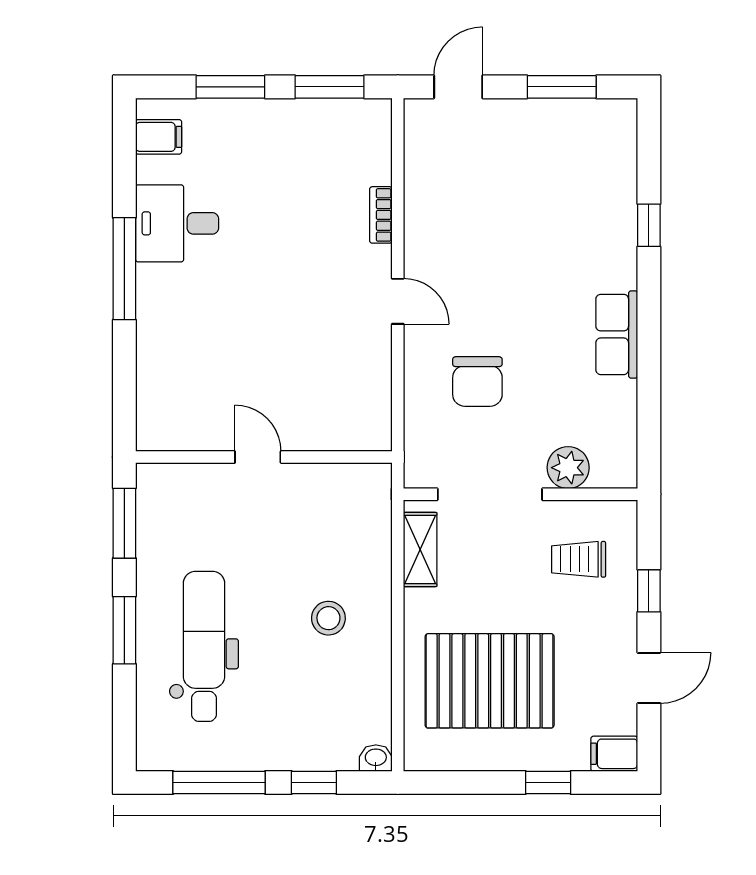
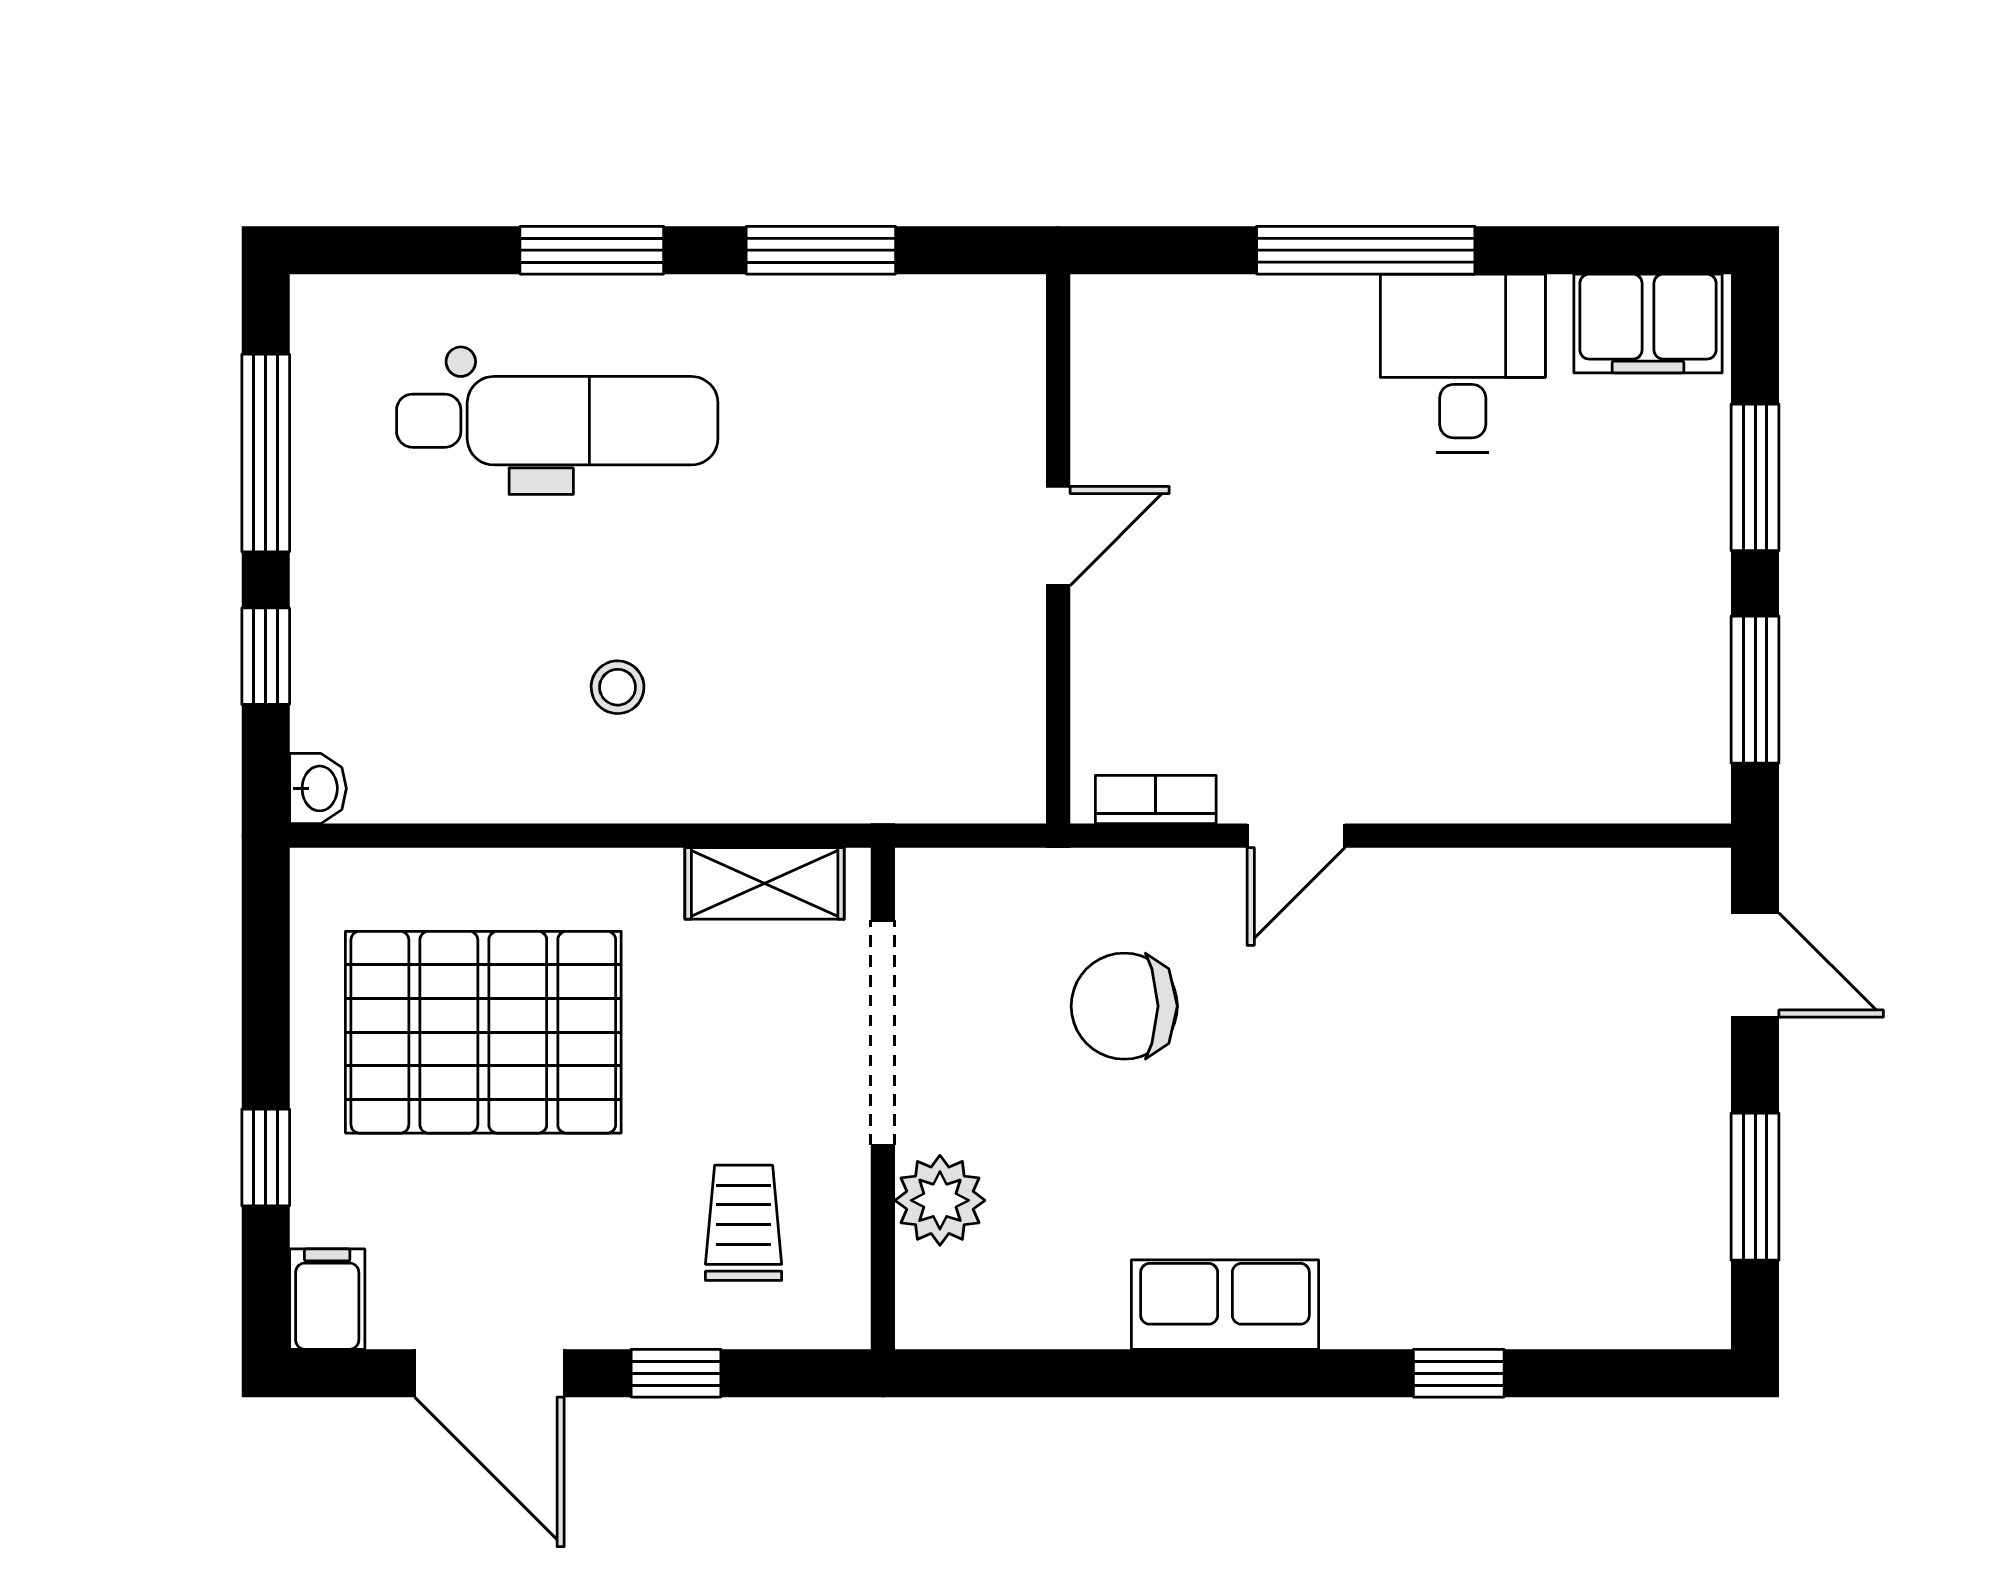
filing cabinet: (159, 137) -> (1648, 323), width x2.00
bookcase: (381, 215) -> (1156, 799), moved
door: (258, 457) -> (1058, 536), moved
wall: (264, 457) -> (1058, 549), moved
stool: (328, 618) -> (618, 687), width x0.73, depth x0.73
door: (649, 678) -> (489, 1373), width x1.38
pallet: (490, 681) -> (483, 1032), turned 90

